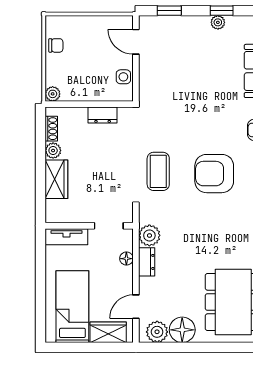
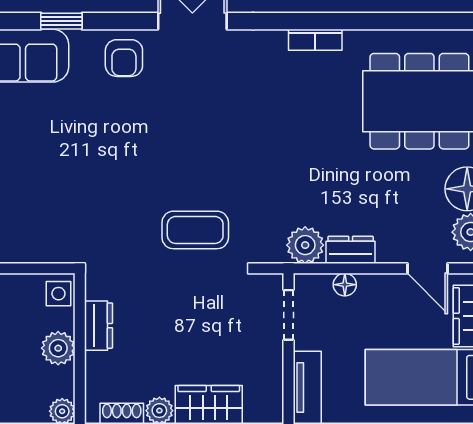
side table: (123, 77) -> (58, 294), moved
plant: (89, 92) -> (58, 348), added
armchair: (214, 174) -> (199, 134), removed

